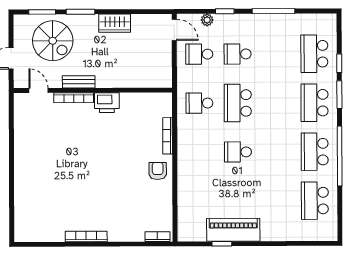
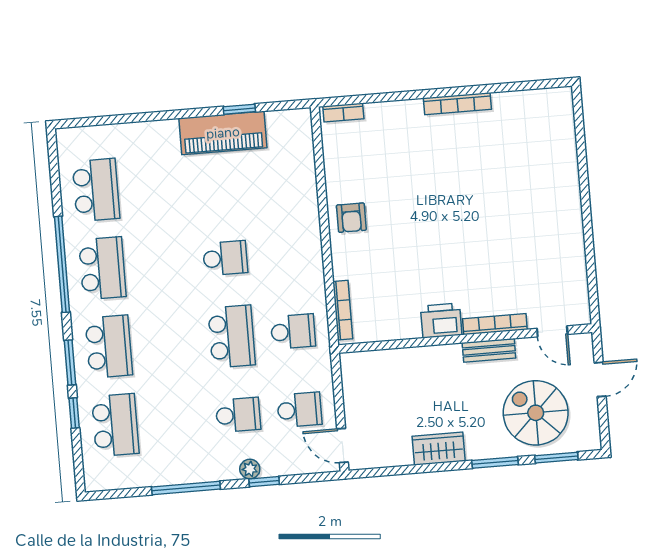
plant: (207, 20) -> (250, 469), moved
bookcase: (168, 136) -> (343, 310), moved

